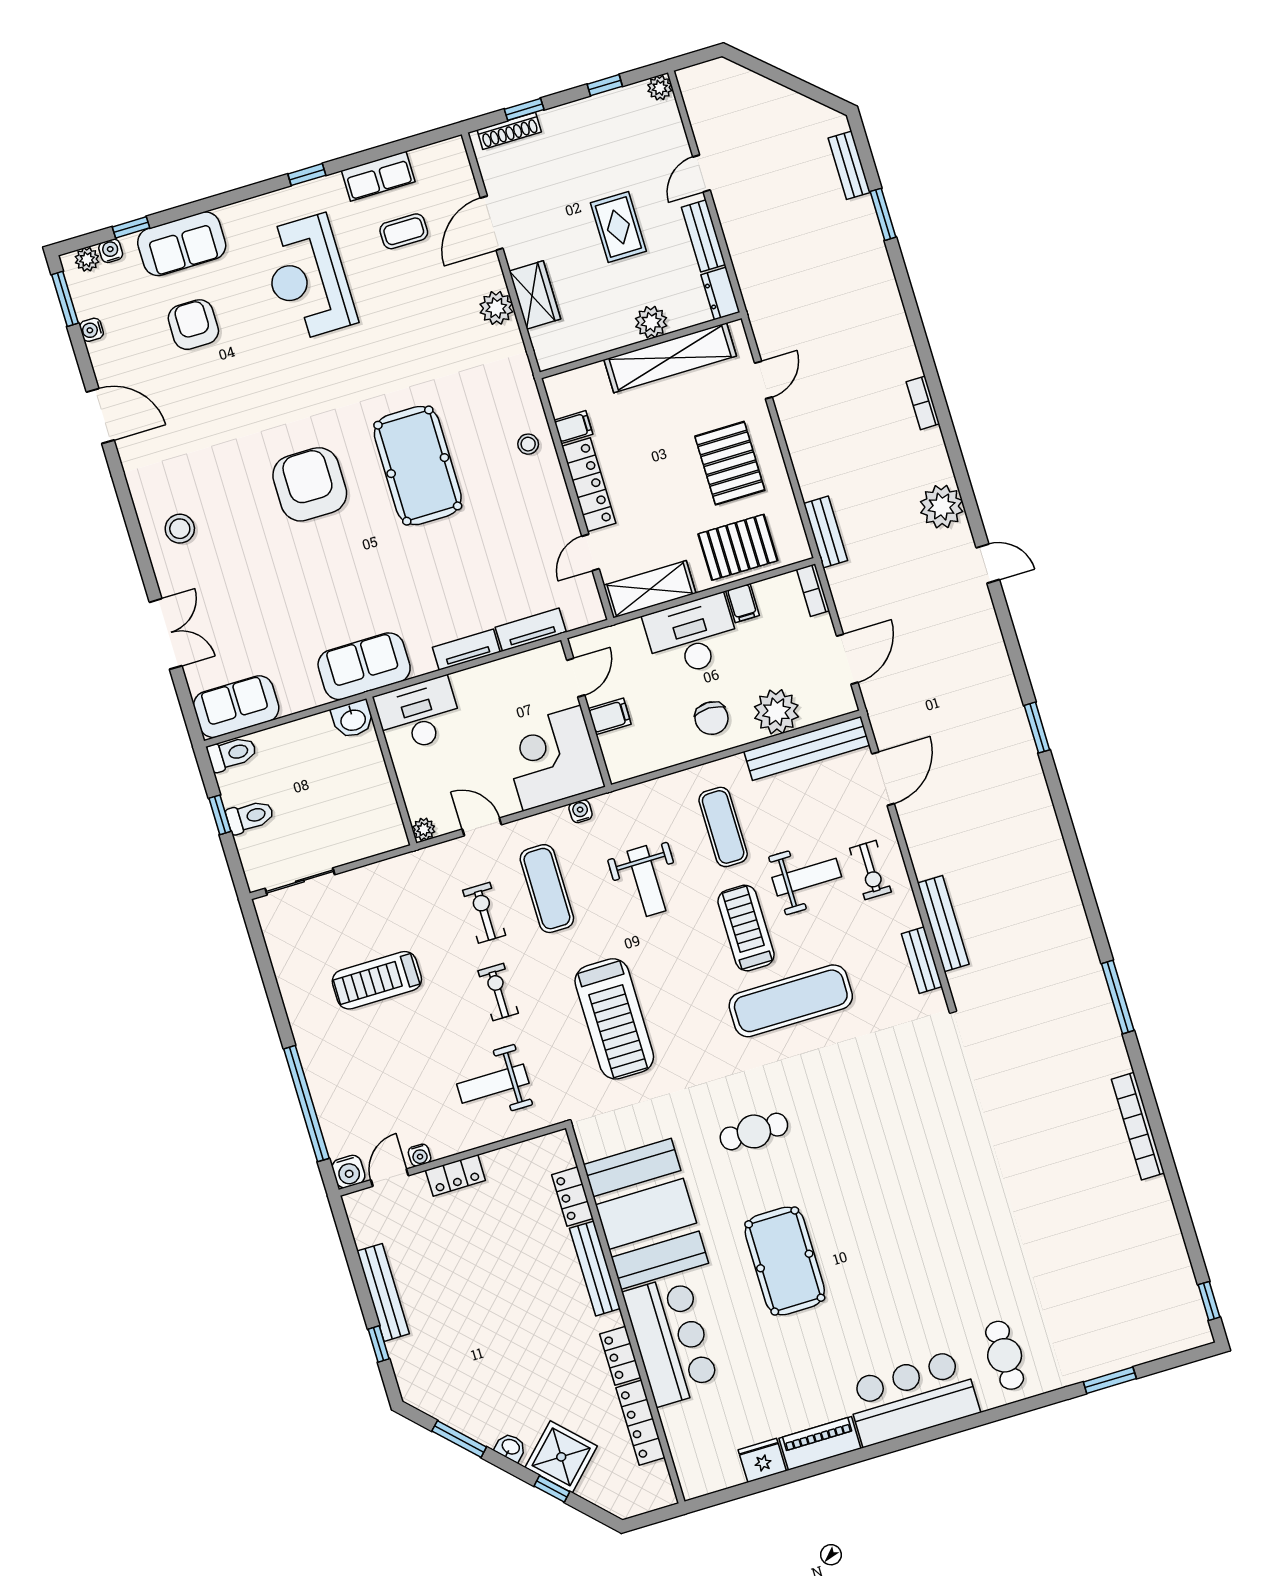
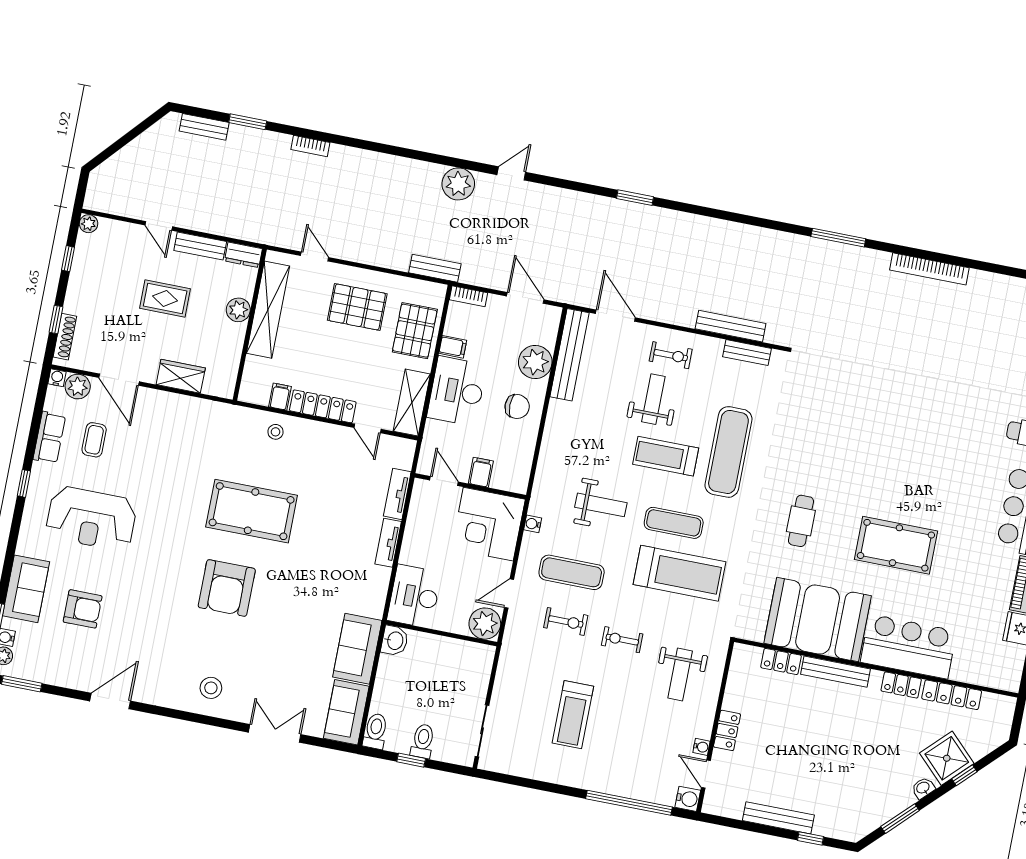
plant: (496, 308) -> (78, 387), moved
armchair: (193, 325) -> (83, 609), turned 180
water cooler: (92, 330) -> (57, 378), moved, turned 180
bookcase: (923, 403) -> (310, 146), moved
armchair: (310, 484) -> (227, 588), turned -90
sofa: (364, 666) -> (357, 649), moved
exercise mat: (723, 827) -> (674, 523), moved
plant: (424, 829) -> (485, 624), width x1.87, depth x1.87
exercise bike: (484, 913) -> (566, 621), turned 180

